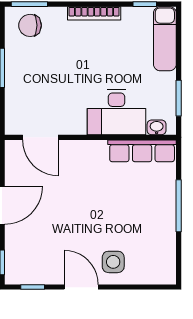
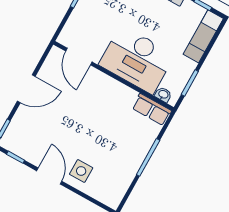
desk: (117, 112) -> (137, 60), width x1.36, depth x1.30
row of seats: (142, 151) -> (152, 109), width x0.68

